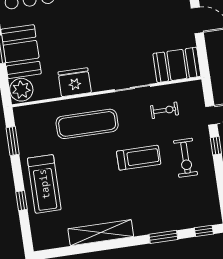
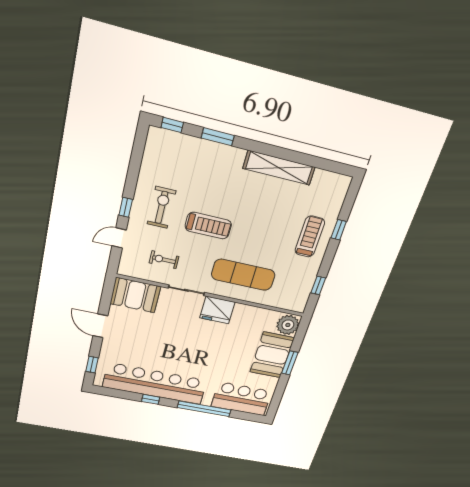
fridge: (75, 82) -> (217, 310), moved
window: (13, 141) -> (318, 285), width x0.67
treadmill: (139, 158) -> (208, 226), turned 180
treadmill: (44, 184) -> (310, 237), width x0.73, depth x0.73

